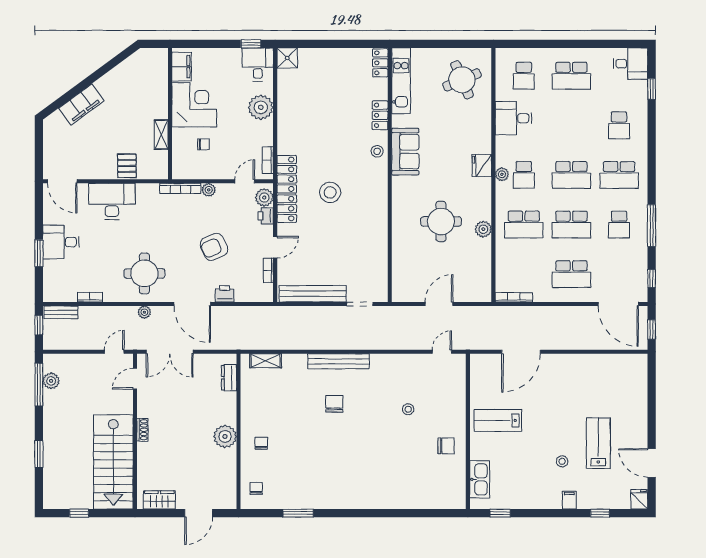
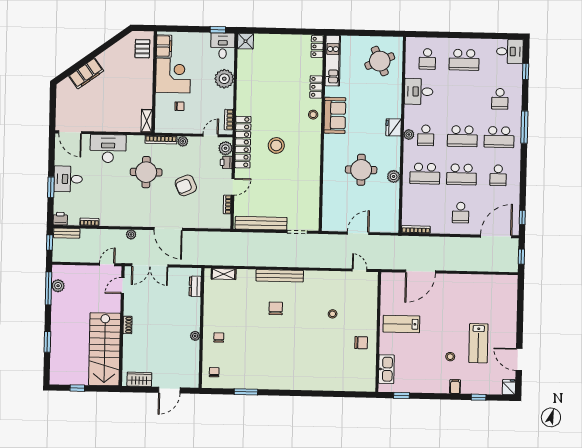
shelving: (161, 135) -> (147, 121), moved
pallet: (127, 166) -> (142, 49), moved
window: (652, 225) -> (524, 127), moved
round table: (144, 273) -> (146, 172), moved
school desk: (571, 274) -> (461, 213), width x0.54
printer: (225, 294) -> (60, 219), moved
door: (618, 304) -> (496, 236), swing flipped
door: (442, 352) -> (360, 270), hinge flipped
plant: (225, 436) -> (195, 336), width x0.53, depth x0.53
lab bench: (598, 443) -> (478, 343), turned 180

